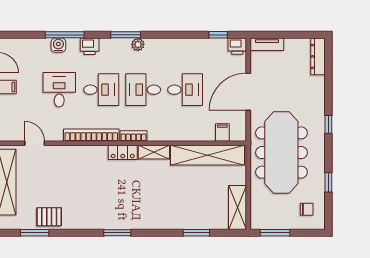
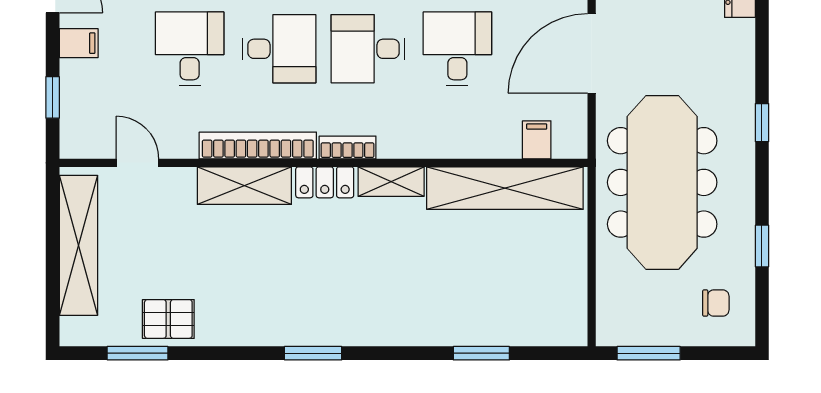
desk: (185, 90) -> (457, 49), turned -90
shelving: (238, 208) -> (244, 186), moved, turned 90

